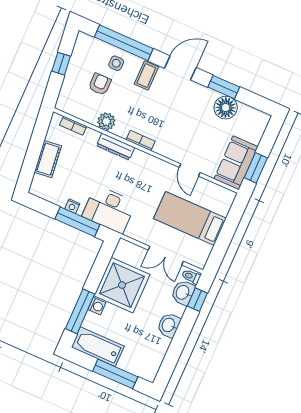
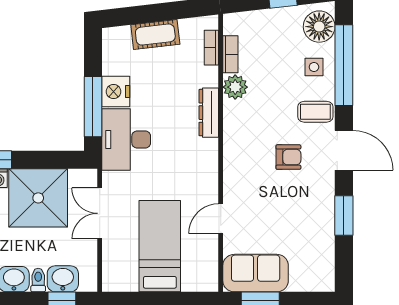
armchair: (100, 84) -> (288, 157), moved
floor lamp: (226, 108) -> (319, 27), moved
bookcase: (141, 140) -> (230, 54), moved
nightstand: (72, 206) -> (116, 92), width x1.89, depth x1.79
double door: (166, 256) -> (100, 213), moved
toilet: (191, 277) -> (38, 280), moved

